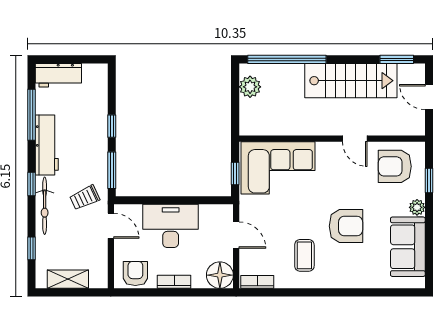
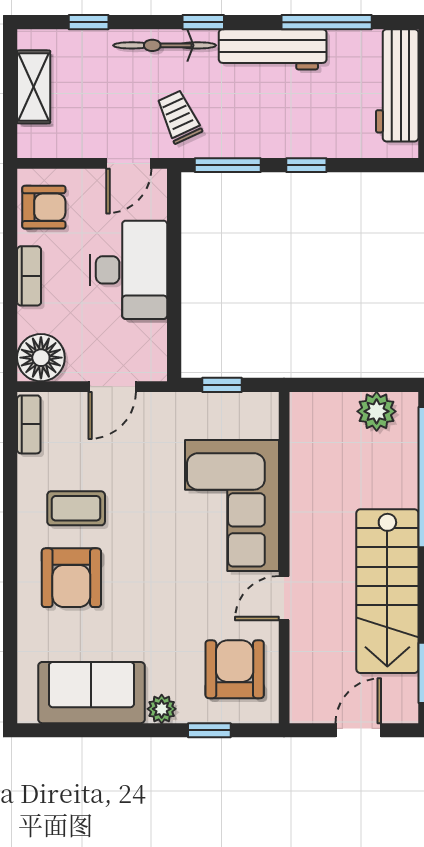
workbench: (58, 75) -> (397, 85), width x1.37
corner sofa: (278, 168) -> (232, 506), moved
armchair: (346, 226) -> (71, 578), moved

